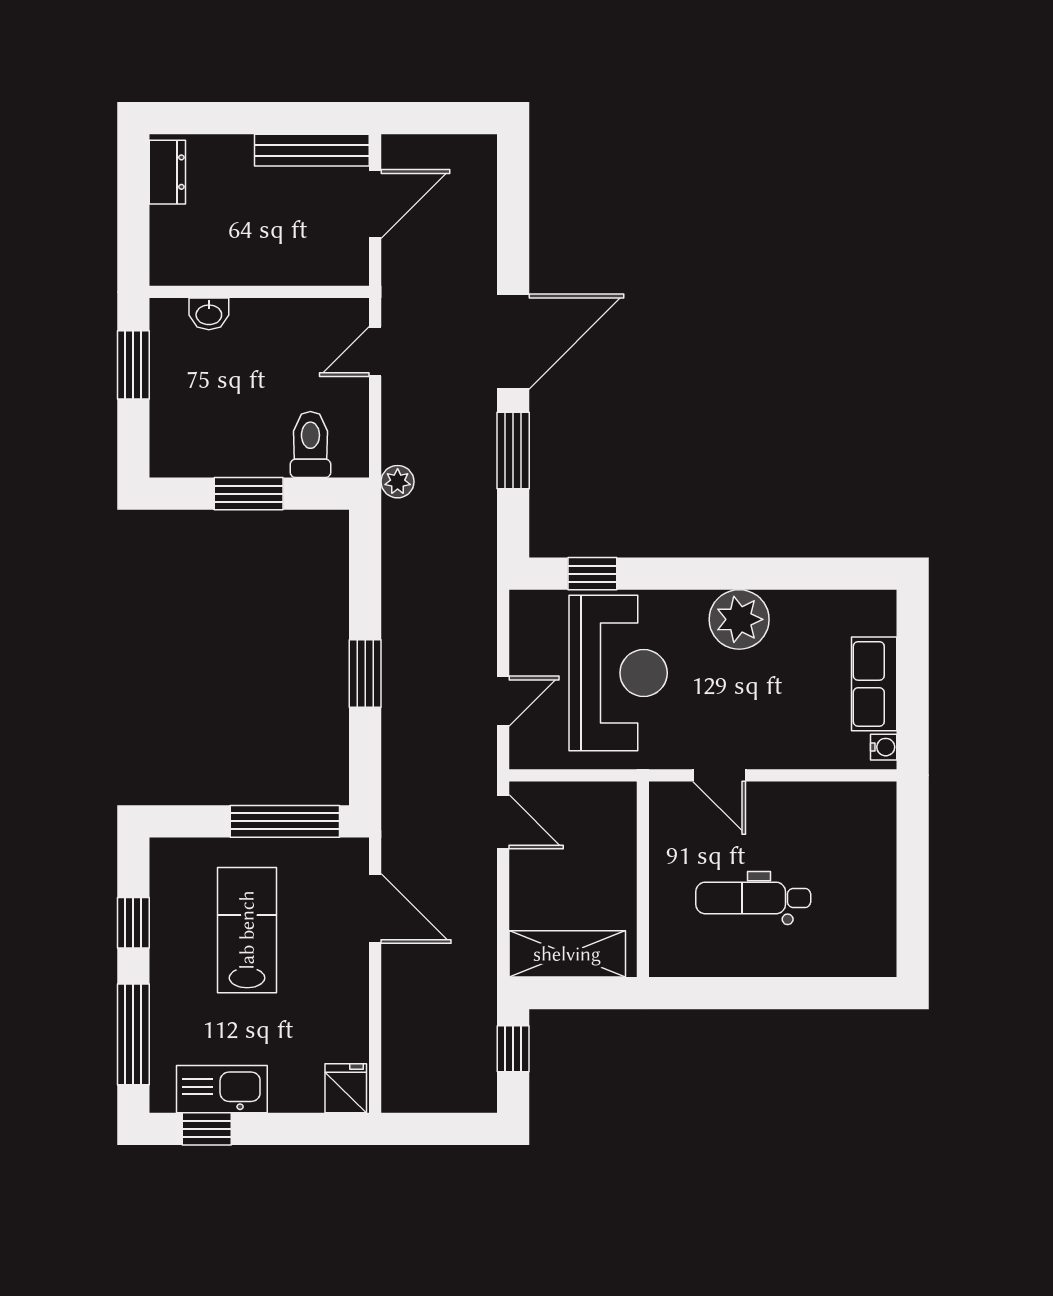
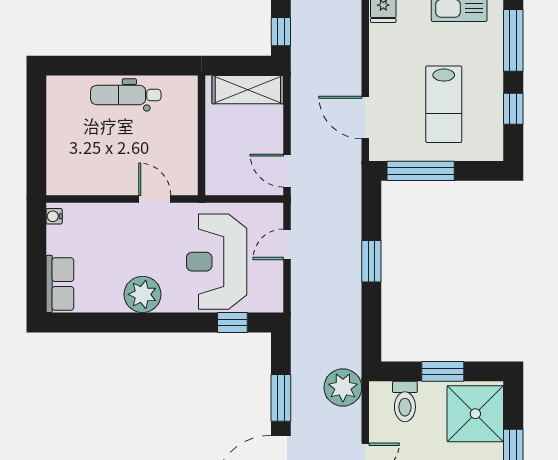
shower: (195, 425) -> (475, 414), added
plant: (398, 482) -> (343, 387), width x1.88, depth x1.88
row of seats: (874, 684) -> (60, 284), moved
dental chair: (753, 898) -> (126, 95), moved, turned 180

